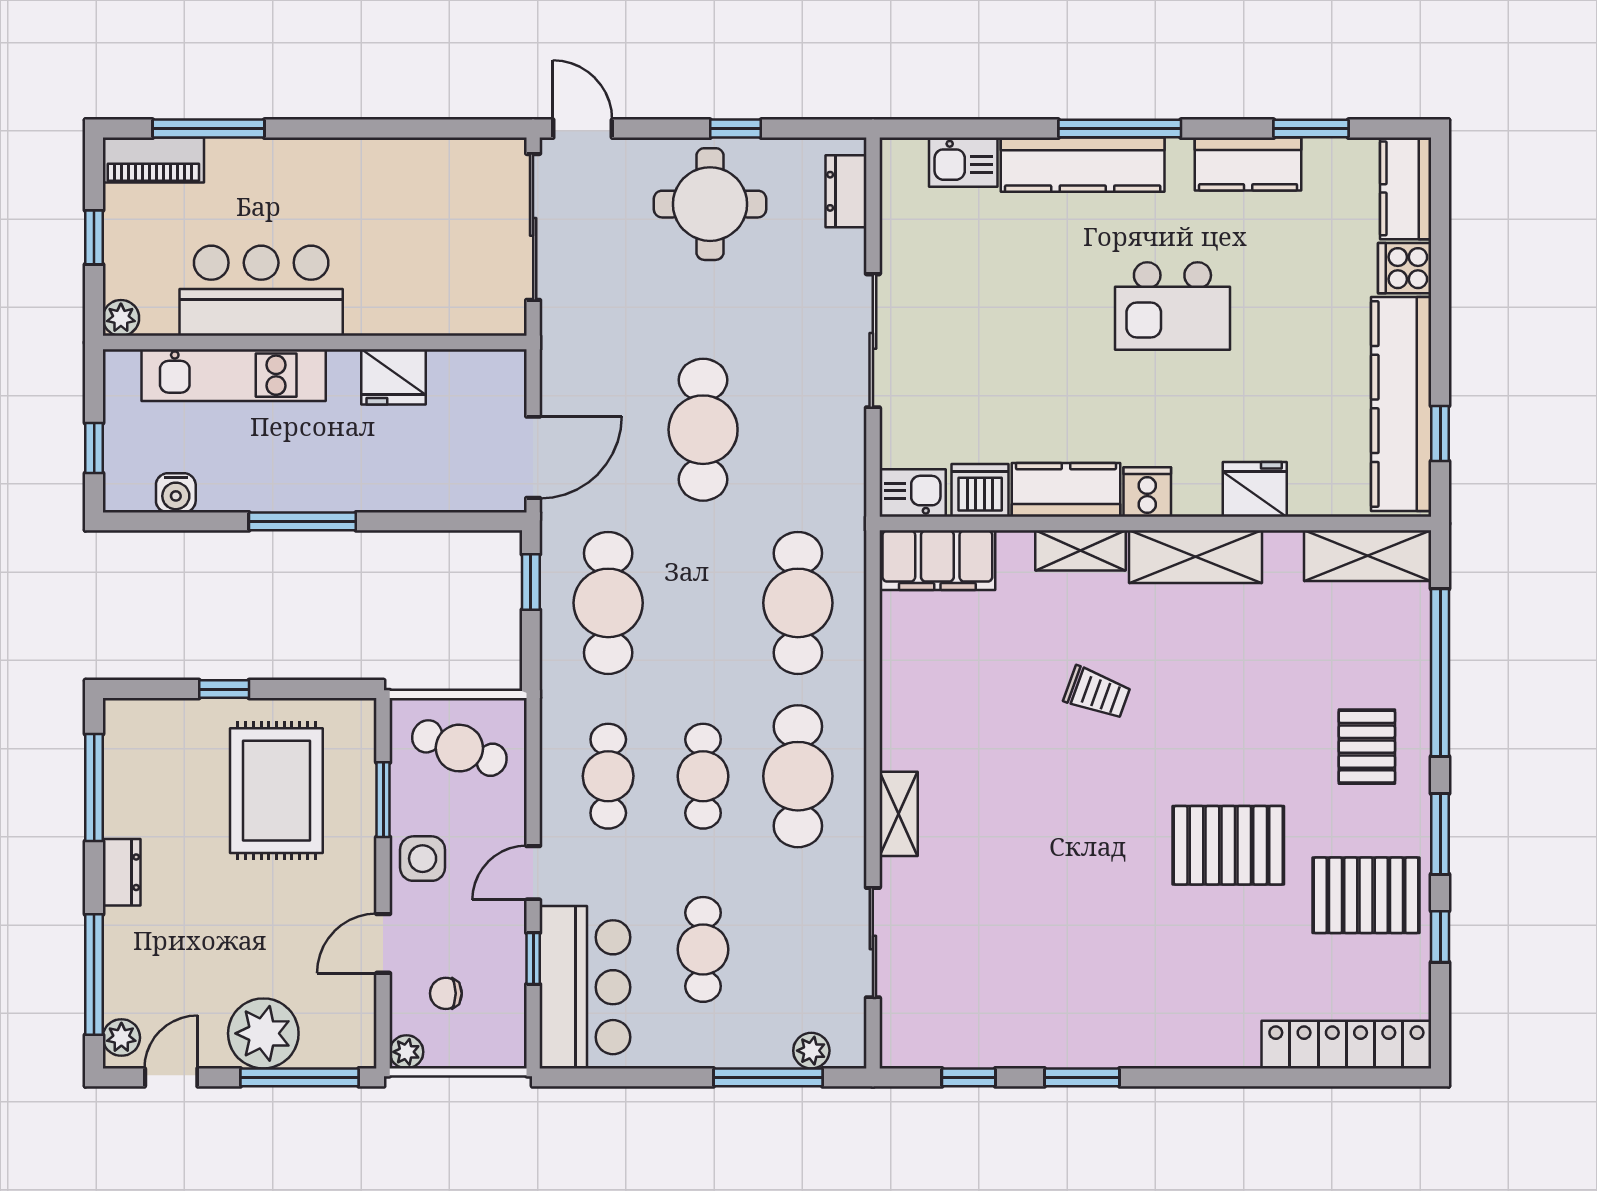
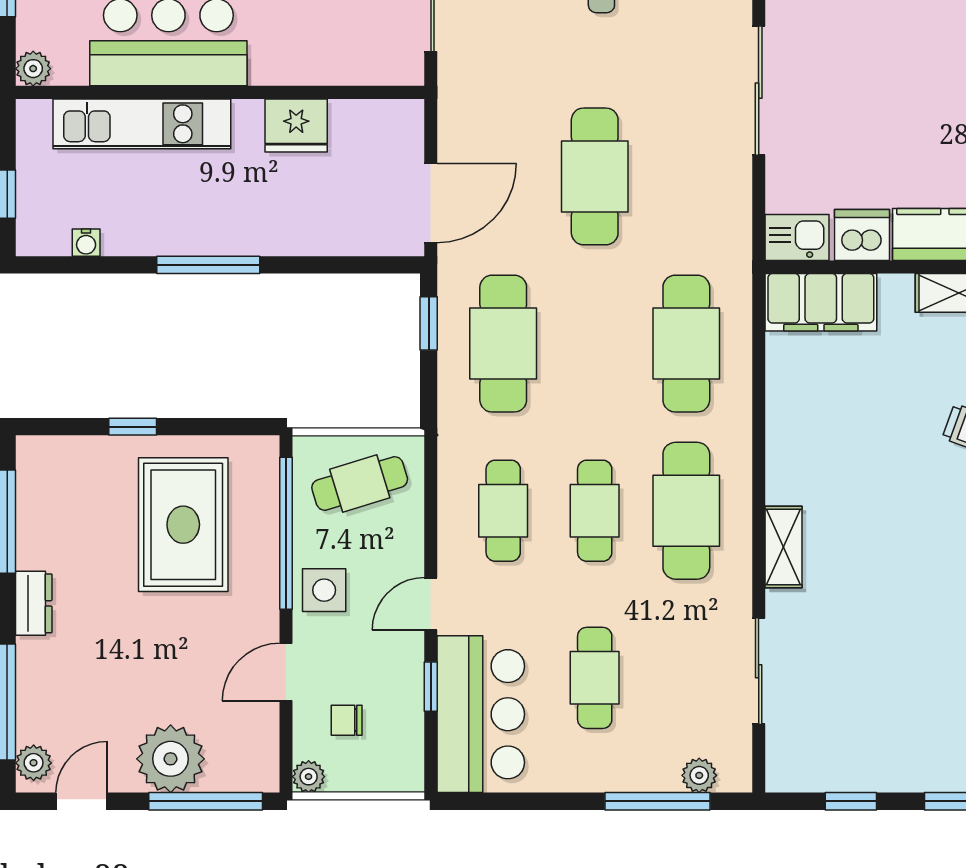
water cooler: (176, 493) -> (86, 243), width x0.72, depth x0.72
cafe table: (459, 748) -> (360, 483), turned -37
window: (383, 800) -> (286, 533), width x2.11

